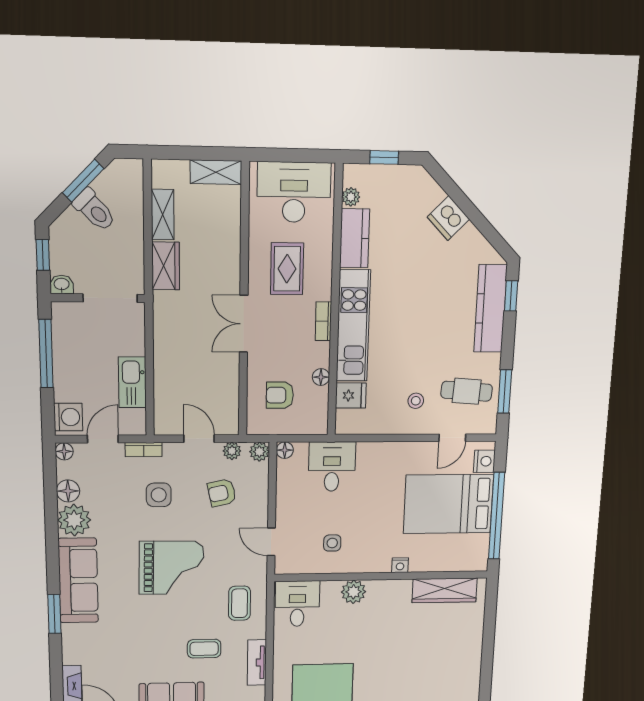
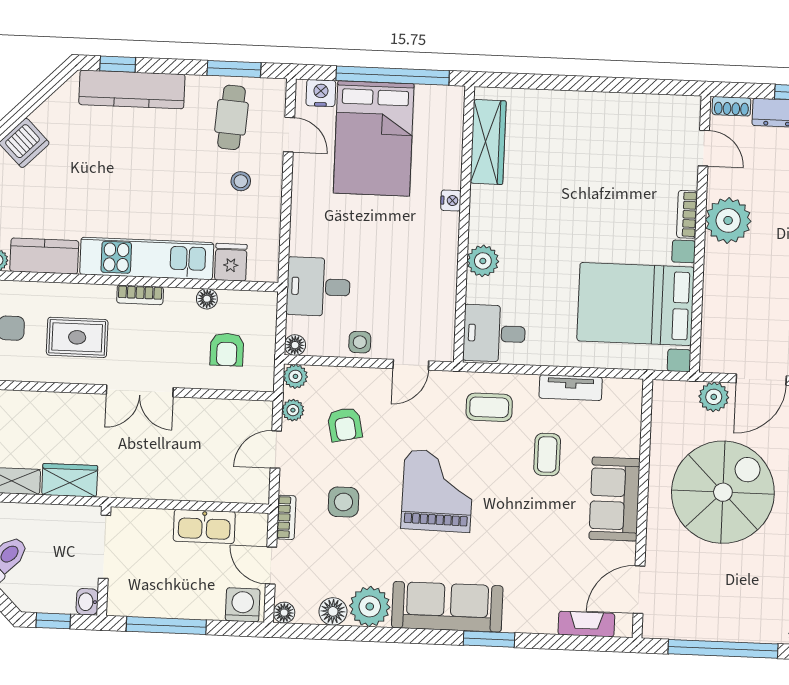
side table: (332, 543) -> (360, 342), moved

